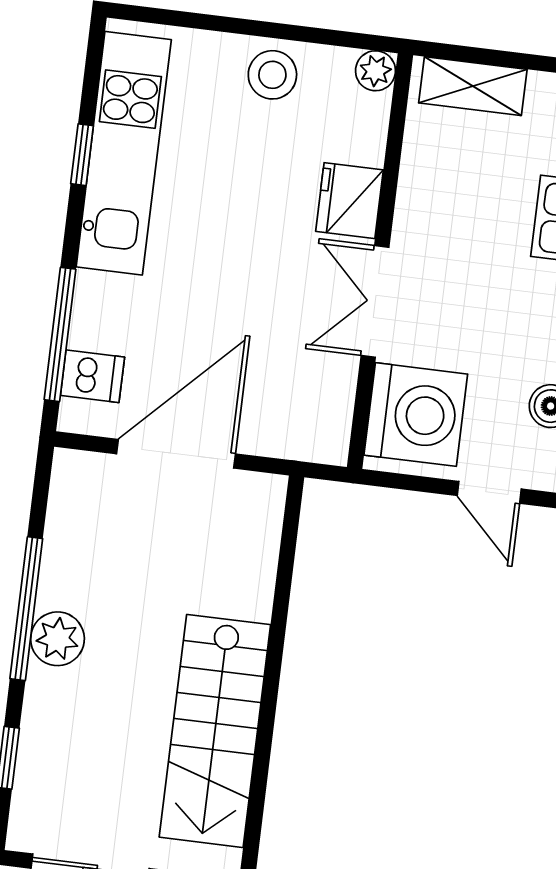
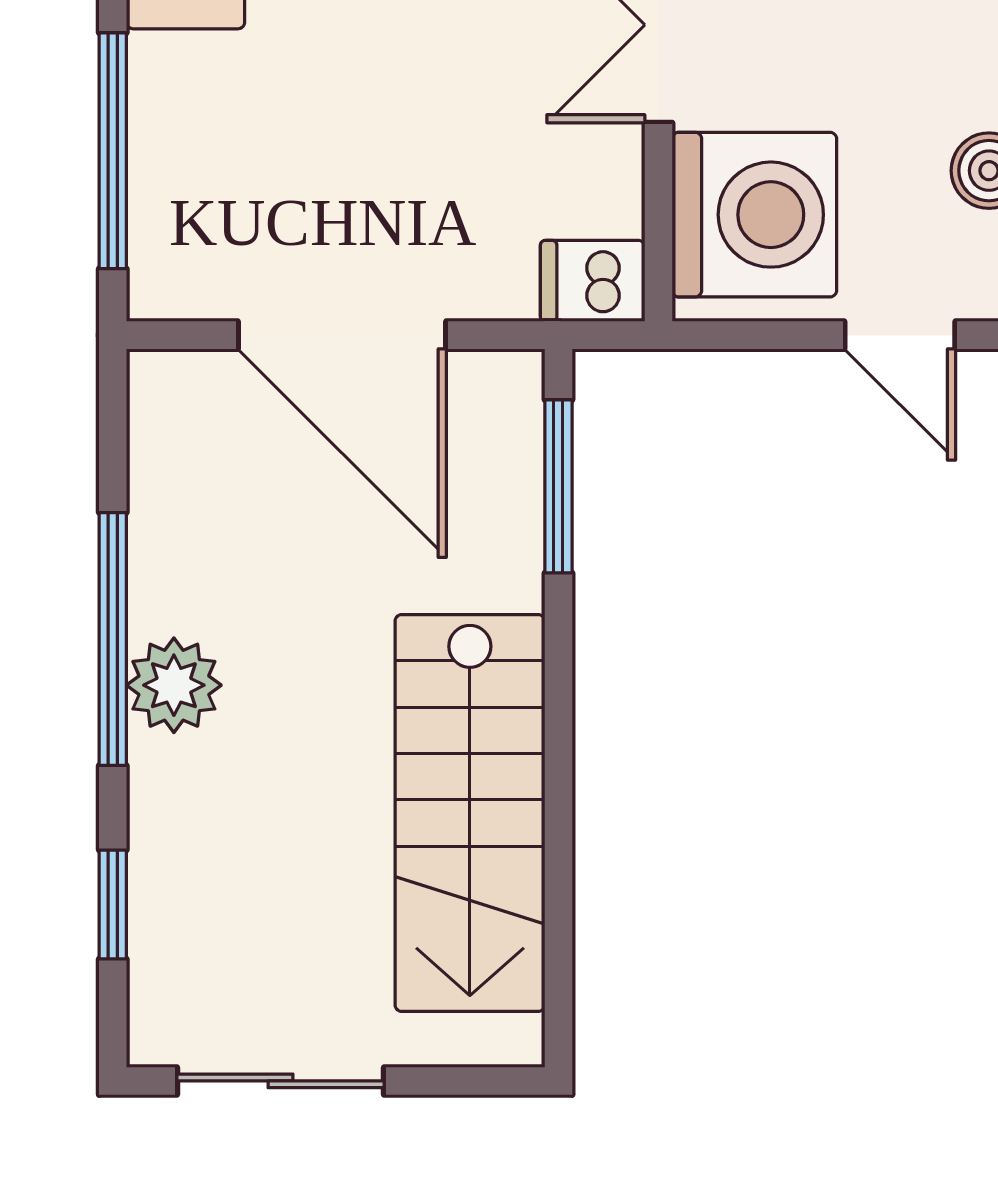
dishwasher: (92, 376) -> (593, 281), moved, turned 180
door: (176, 454) -> (342, 335), swing flipped
window: (287, 554) -> (558, 486), added

